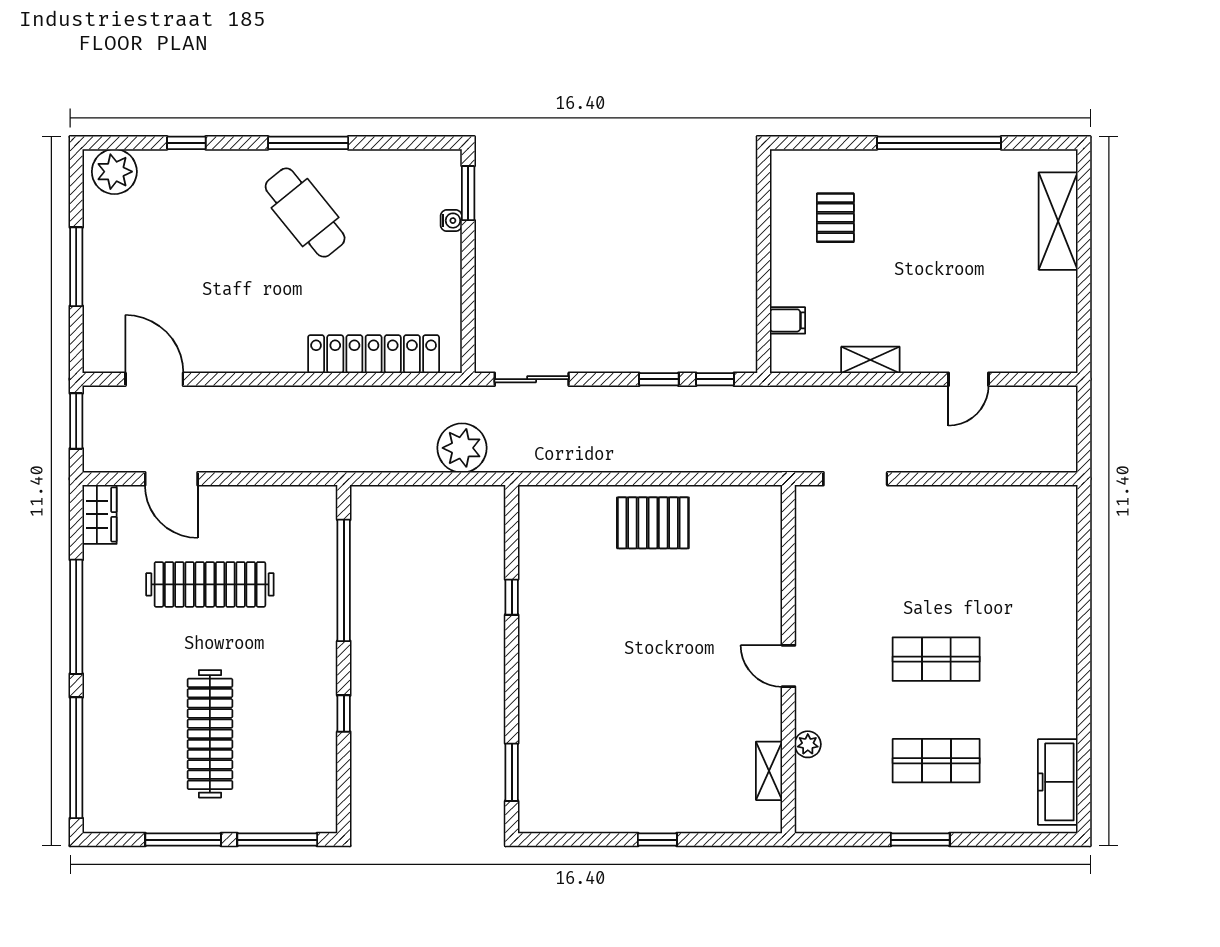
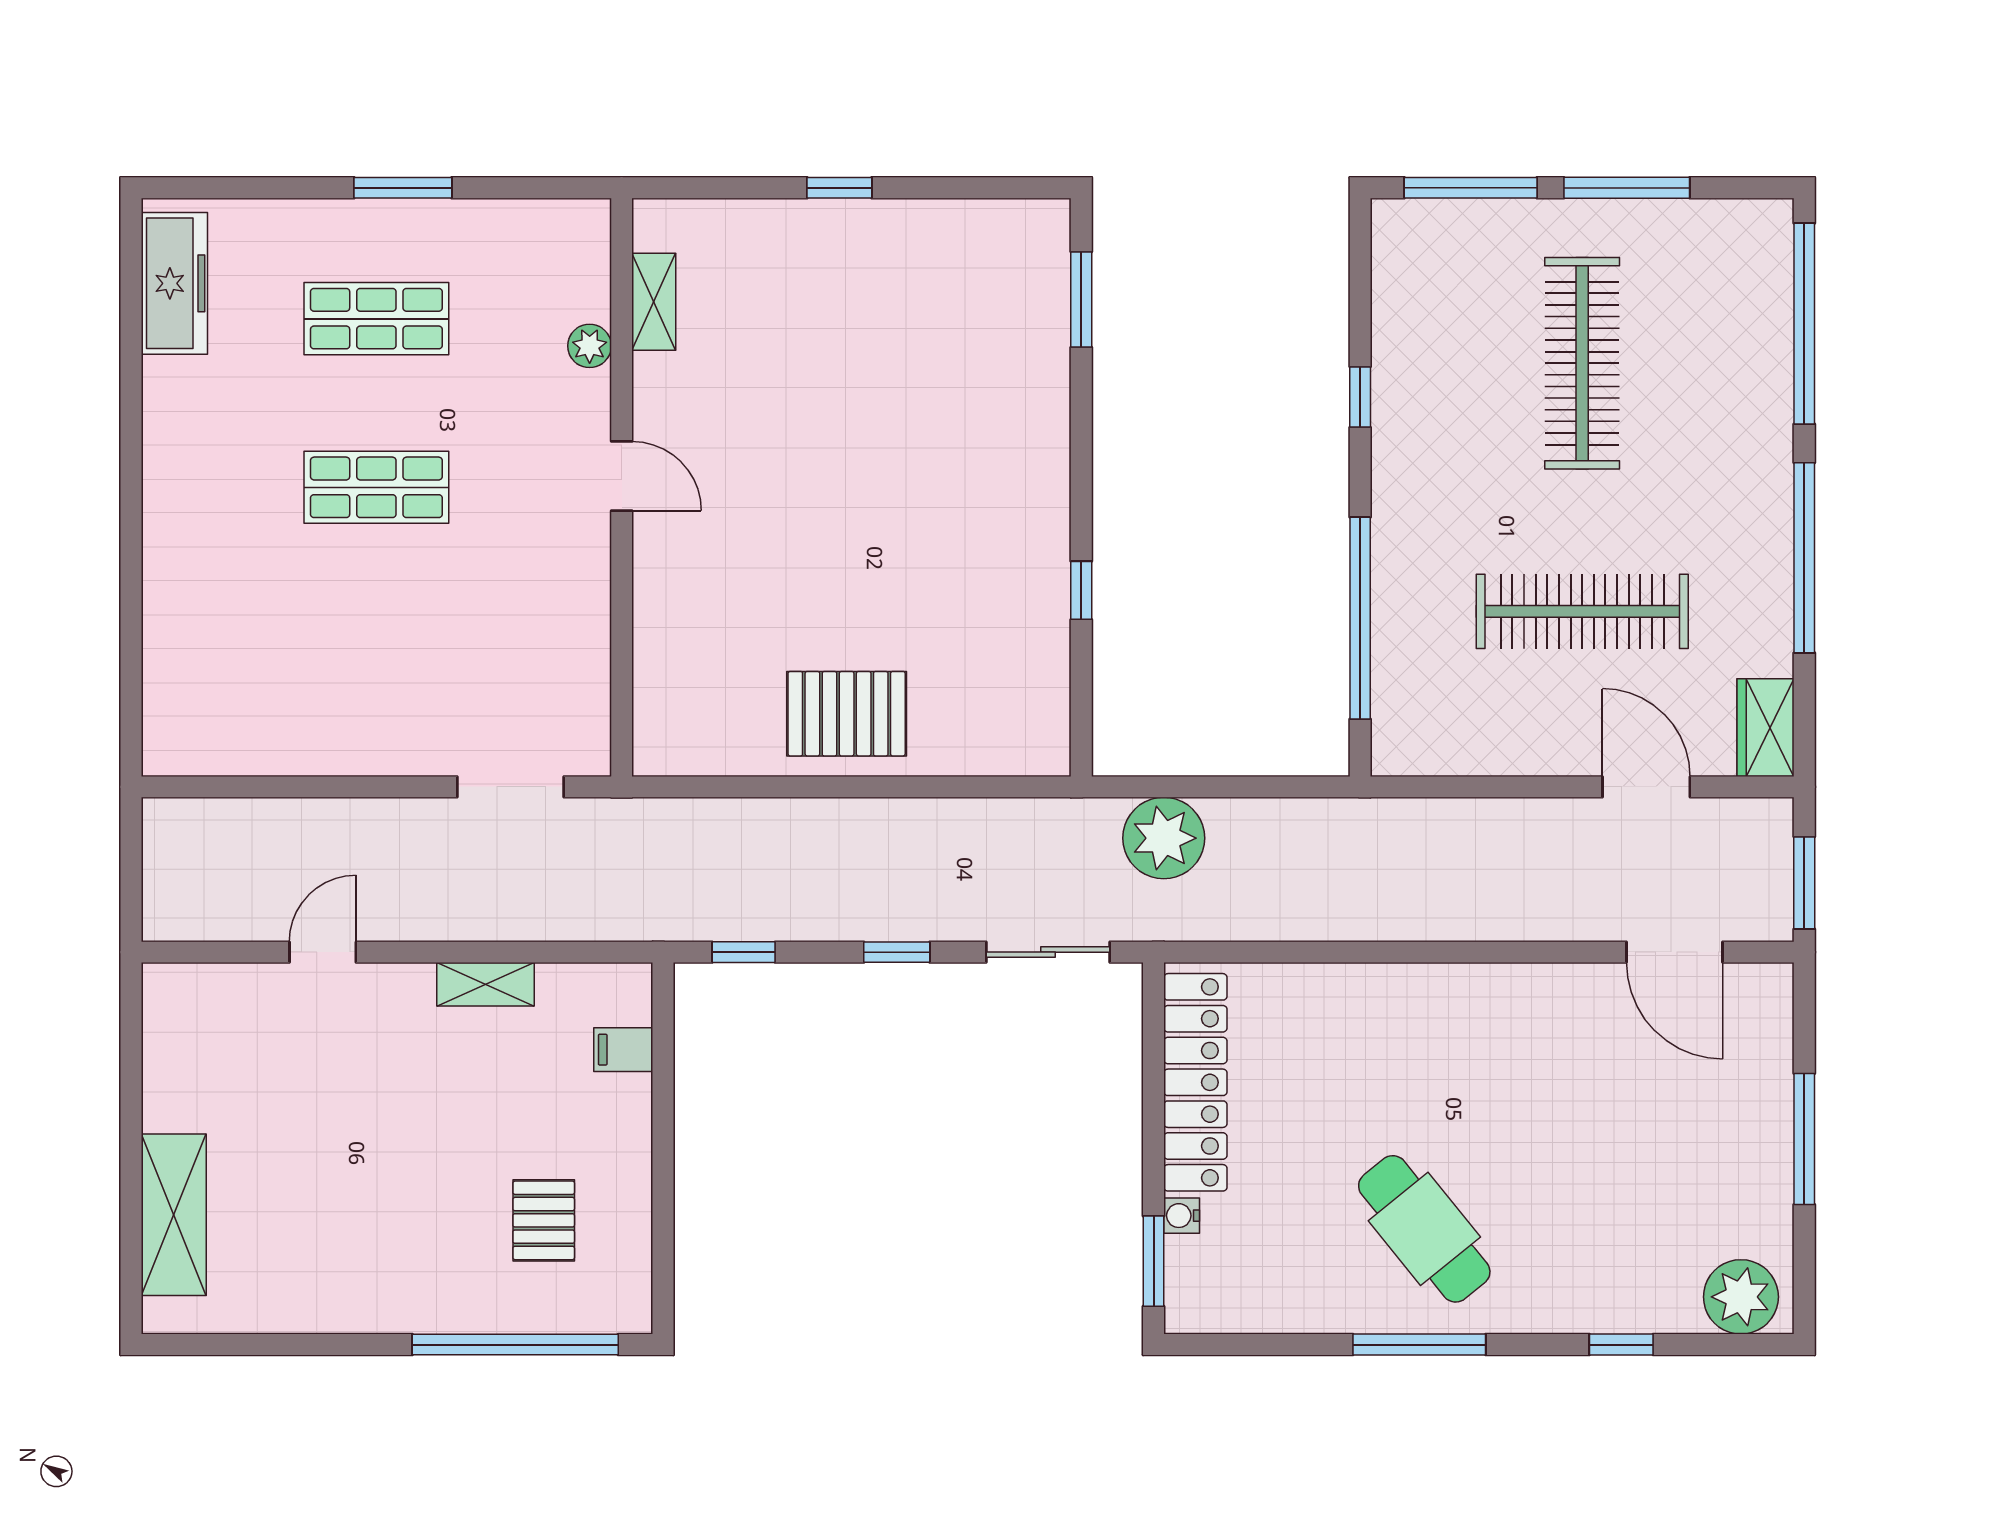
window: (939, 143) -> (515, 1345), moved
locker: (374, 354) -> (1195, 1082), moved, turned -90
window: (659, 379) -> (897, 952), moved

